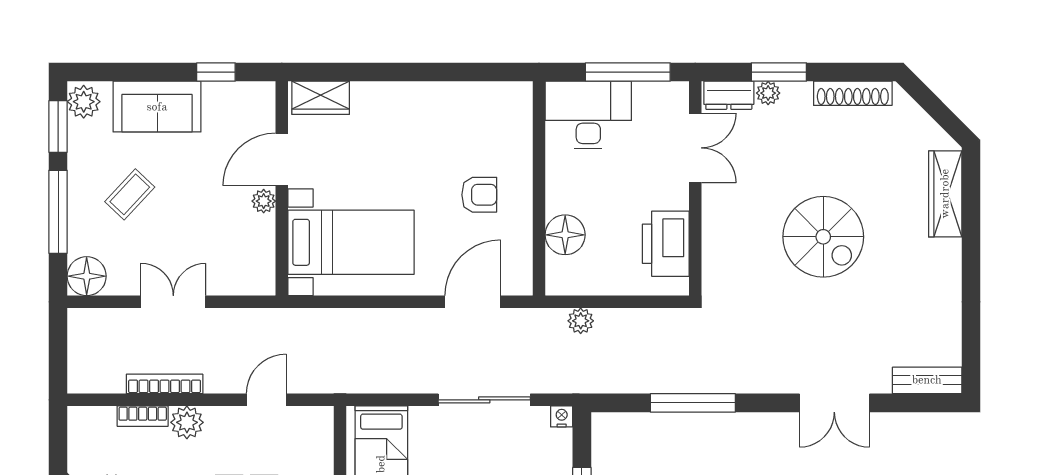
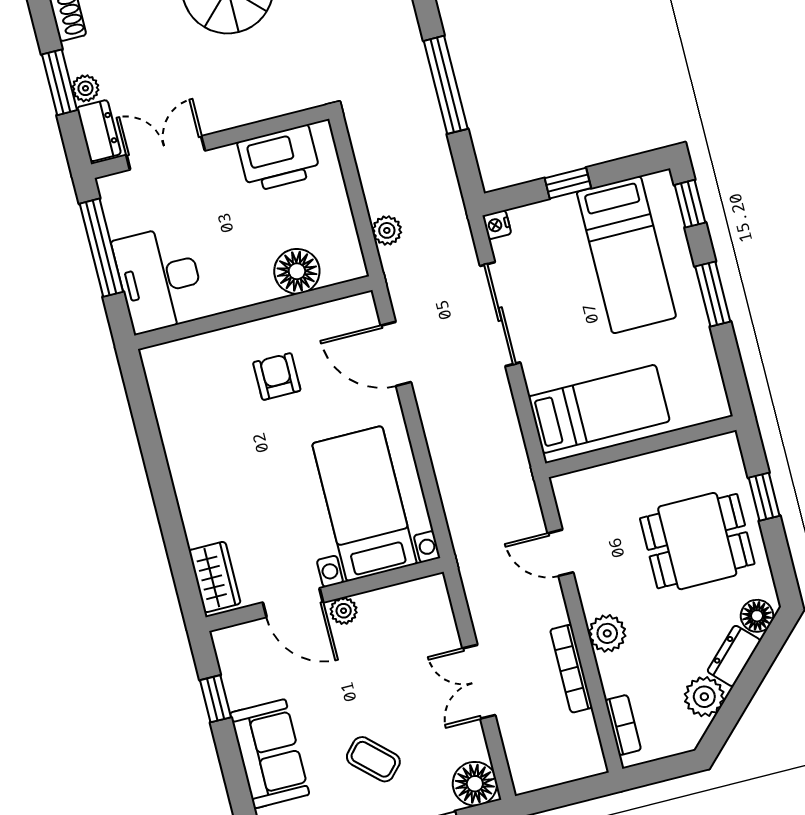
bookcase: (143, 416) -> (623, 725), moved

